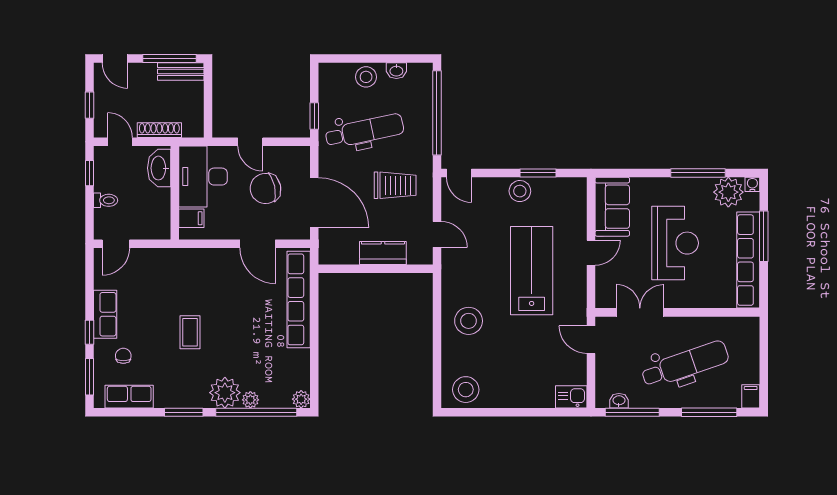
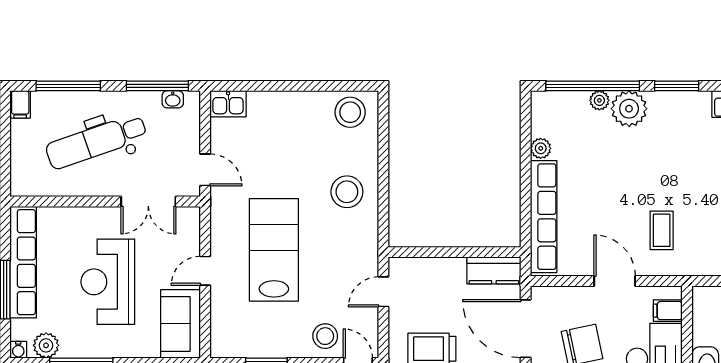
stool: (520, 191) -> (325, 336), moved
plant: (728, 192) -> (46, 345), width x0.73, depth x0.73
door: (437, 234) -> (383, 292), hinge flipped
door: (258, 244) -> (615, 281), moved
kitchen counter: (383, 253) -> (494, 270), moved
lab bench: (532, 271) -> (274, 250), turned 180
coffee table: (190, 332) -> (662, 230), moved
plant: (301, 399) -> (541, 148), moved

